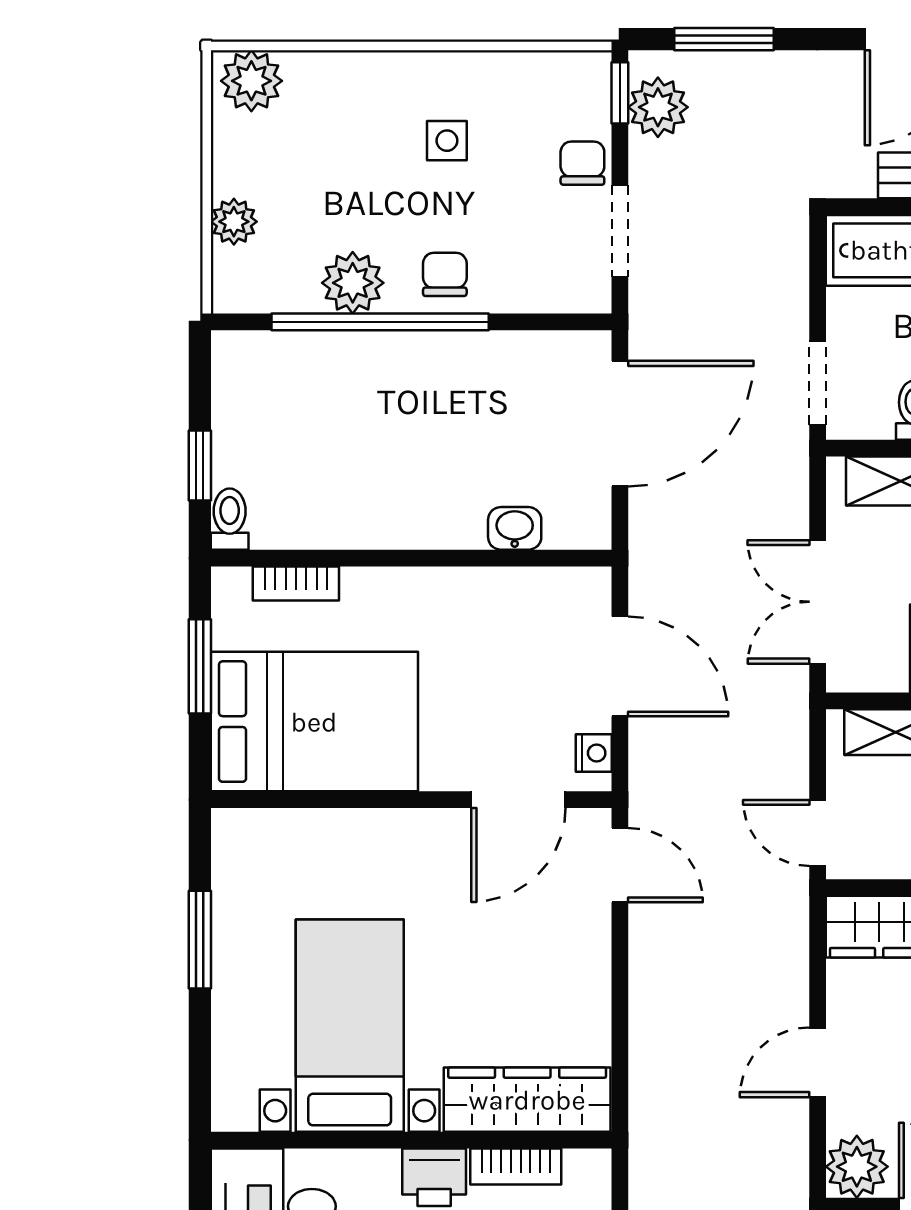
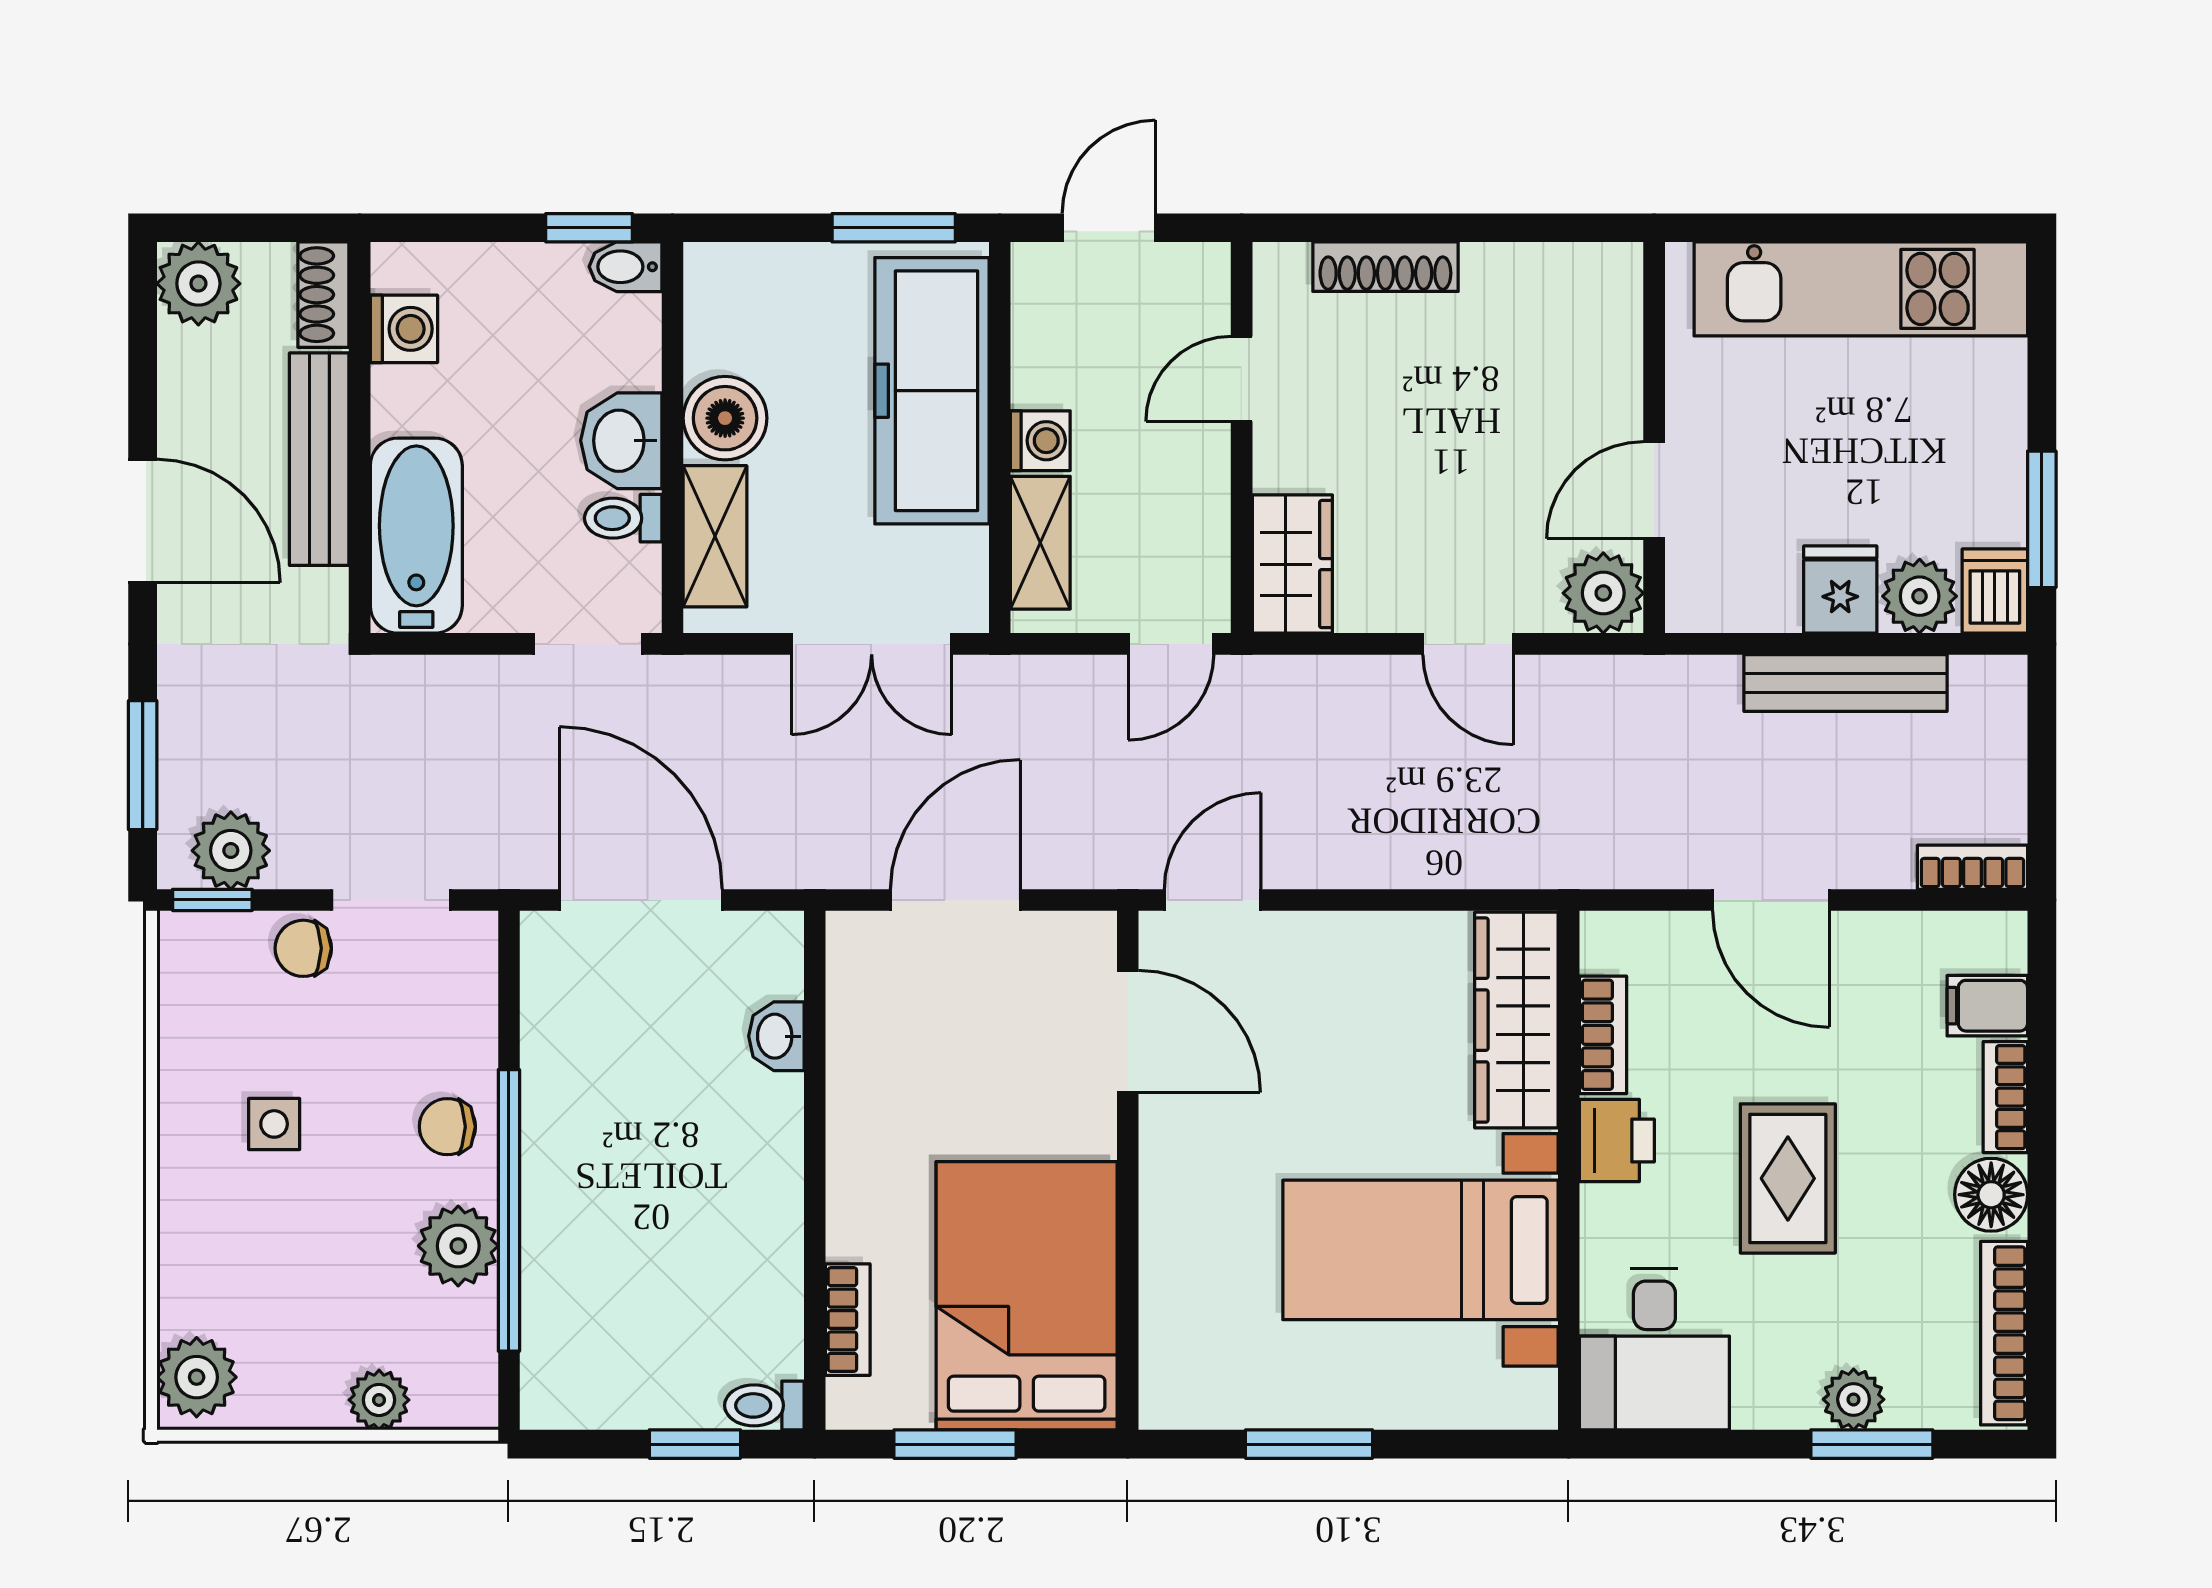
nightstand: (594, 753) -> (1067, 934), removed

